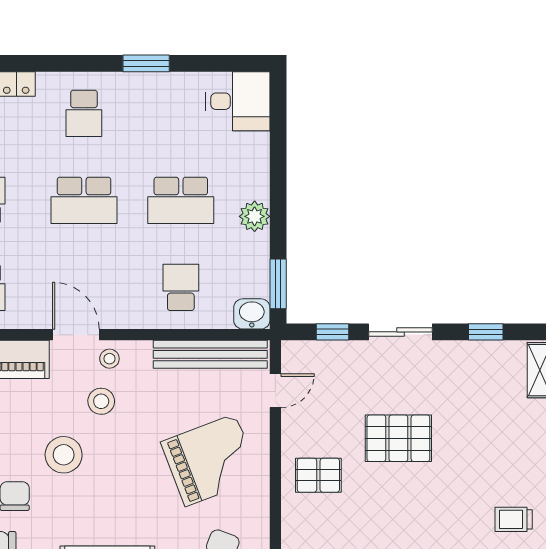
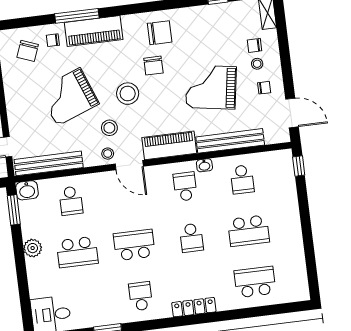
school desk: (181, 200) -> (77, 252), turned 180
grand piano: (210, 460) -> (69, 97), moved

